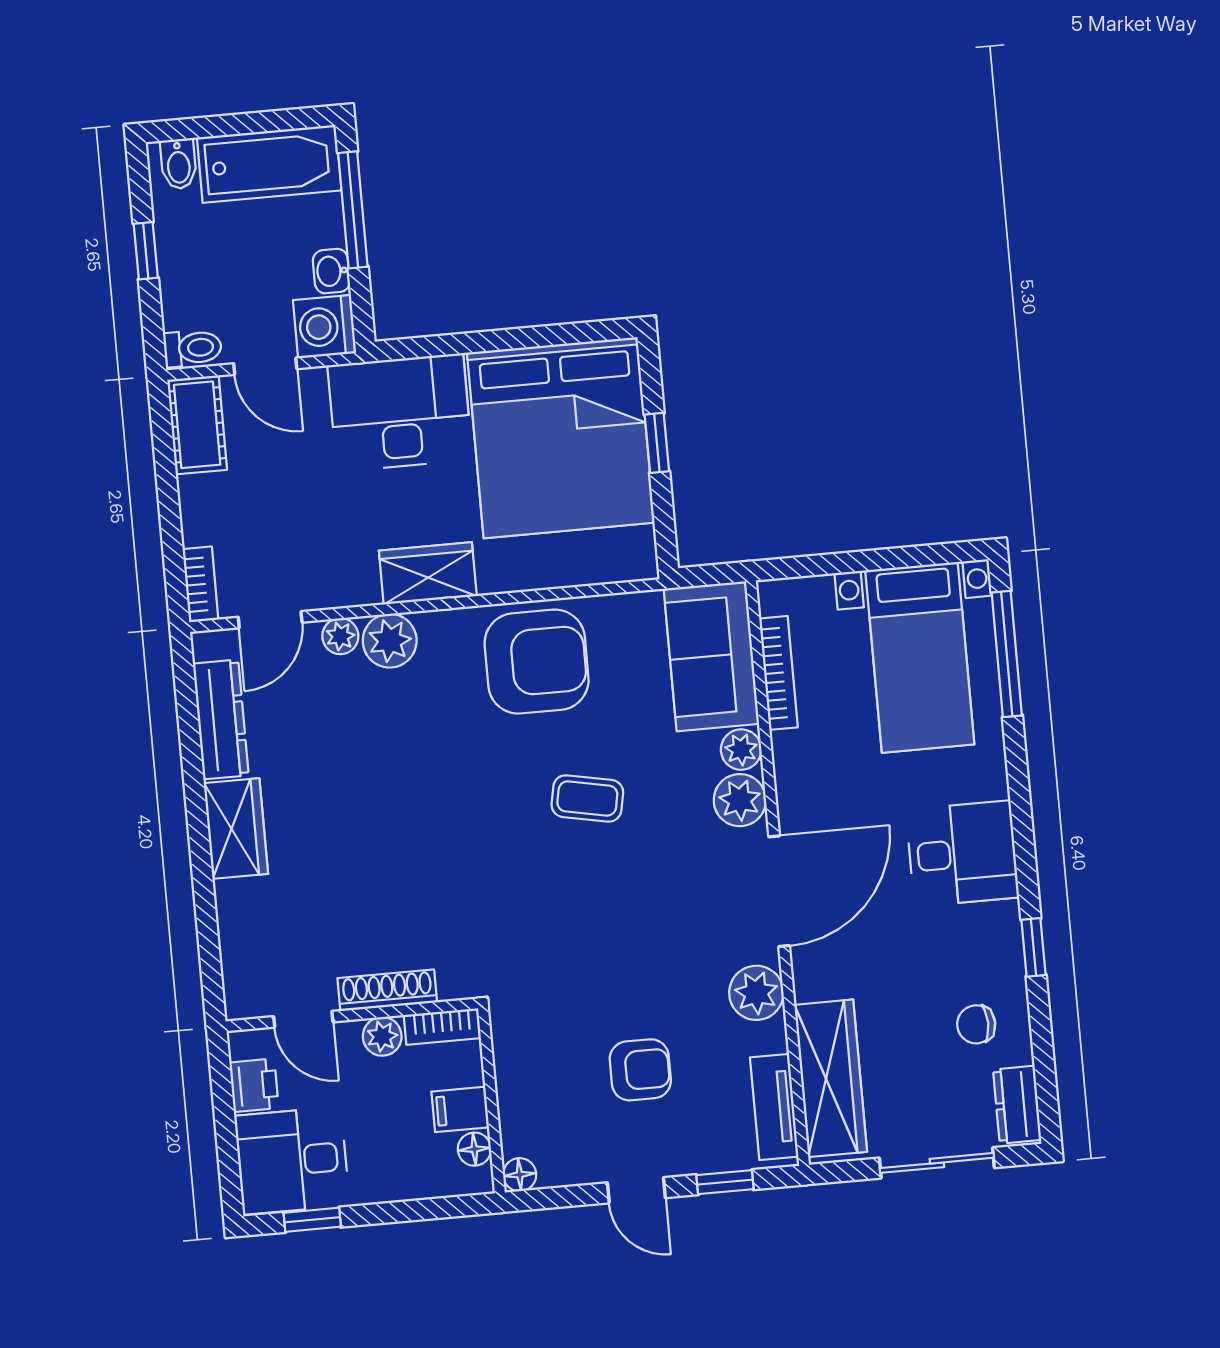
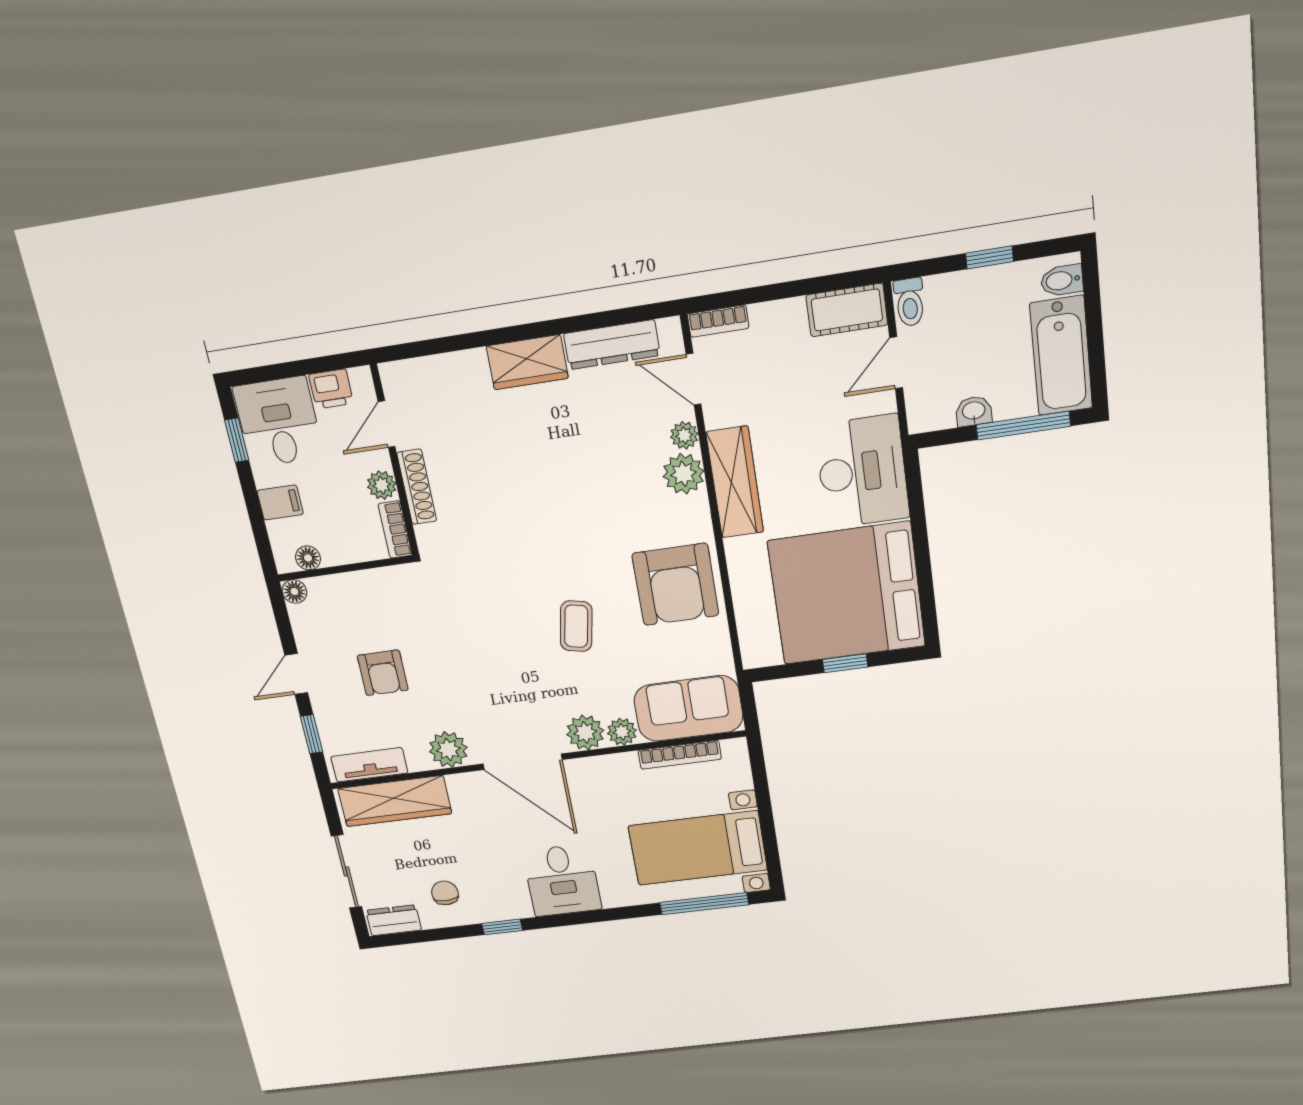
washing machine: (325, 327) -> (929, 409), removed
wardrobe: (428, 573) -> (735, 482), width x1.50
filing cabinet: (460, 1109) -> (280, 502), moved, turned 90

